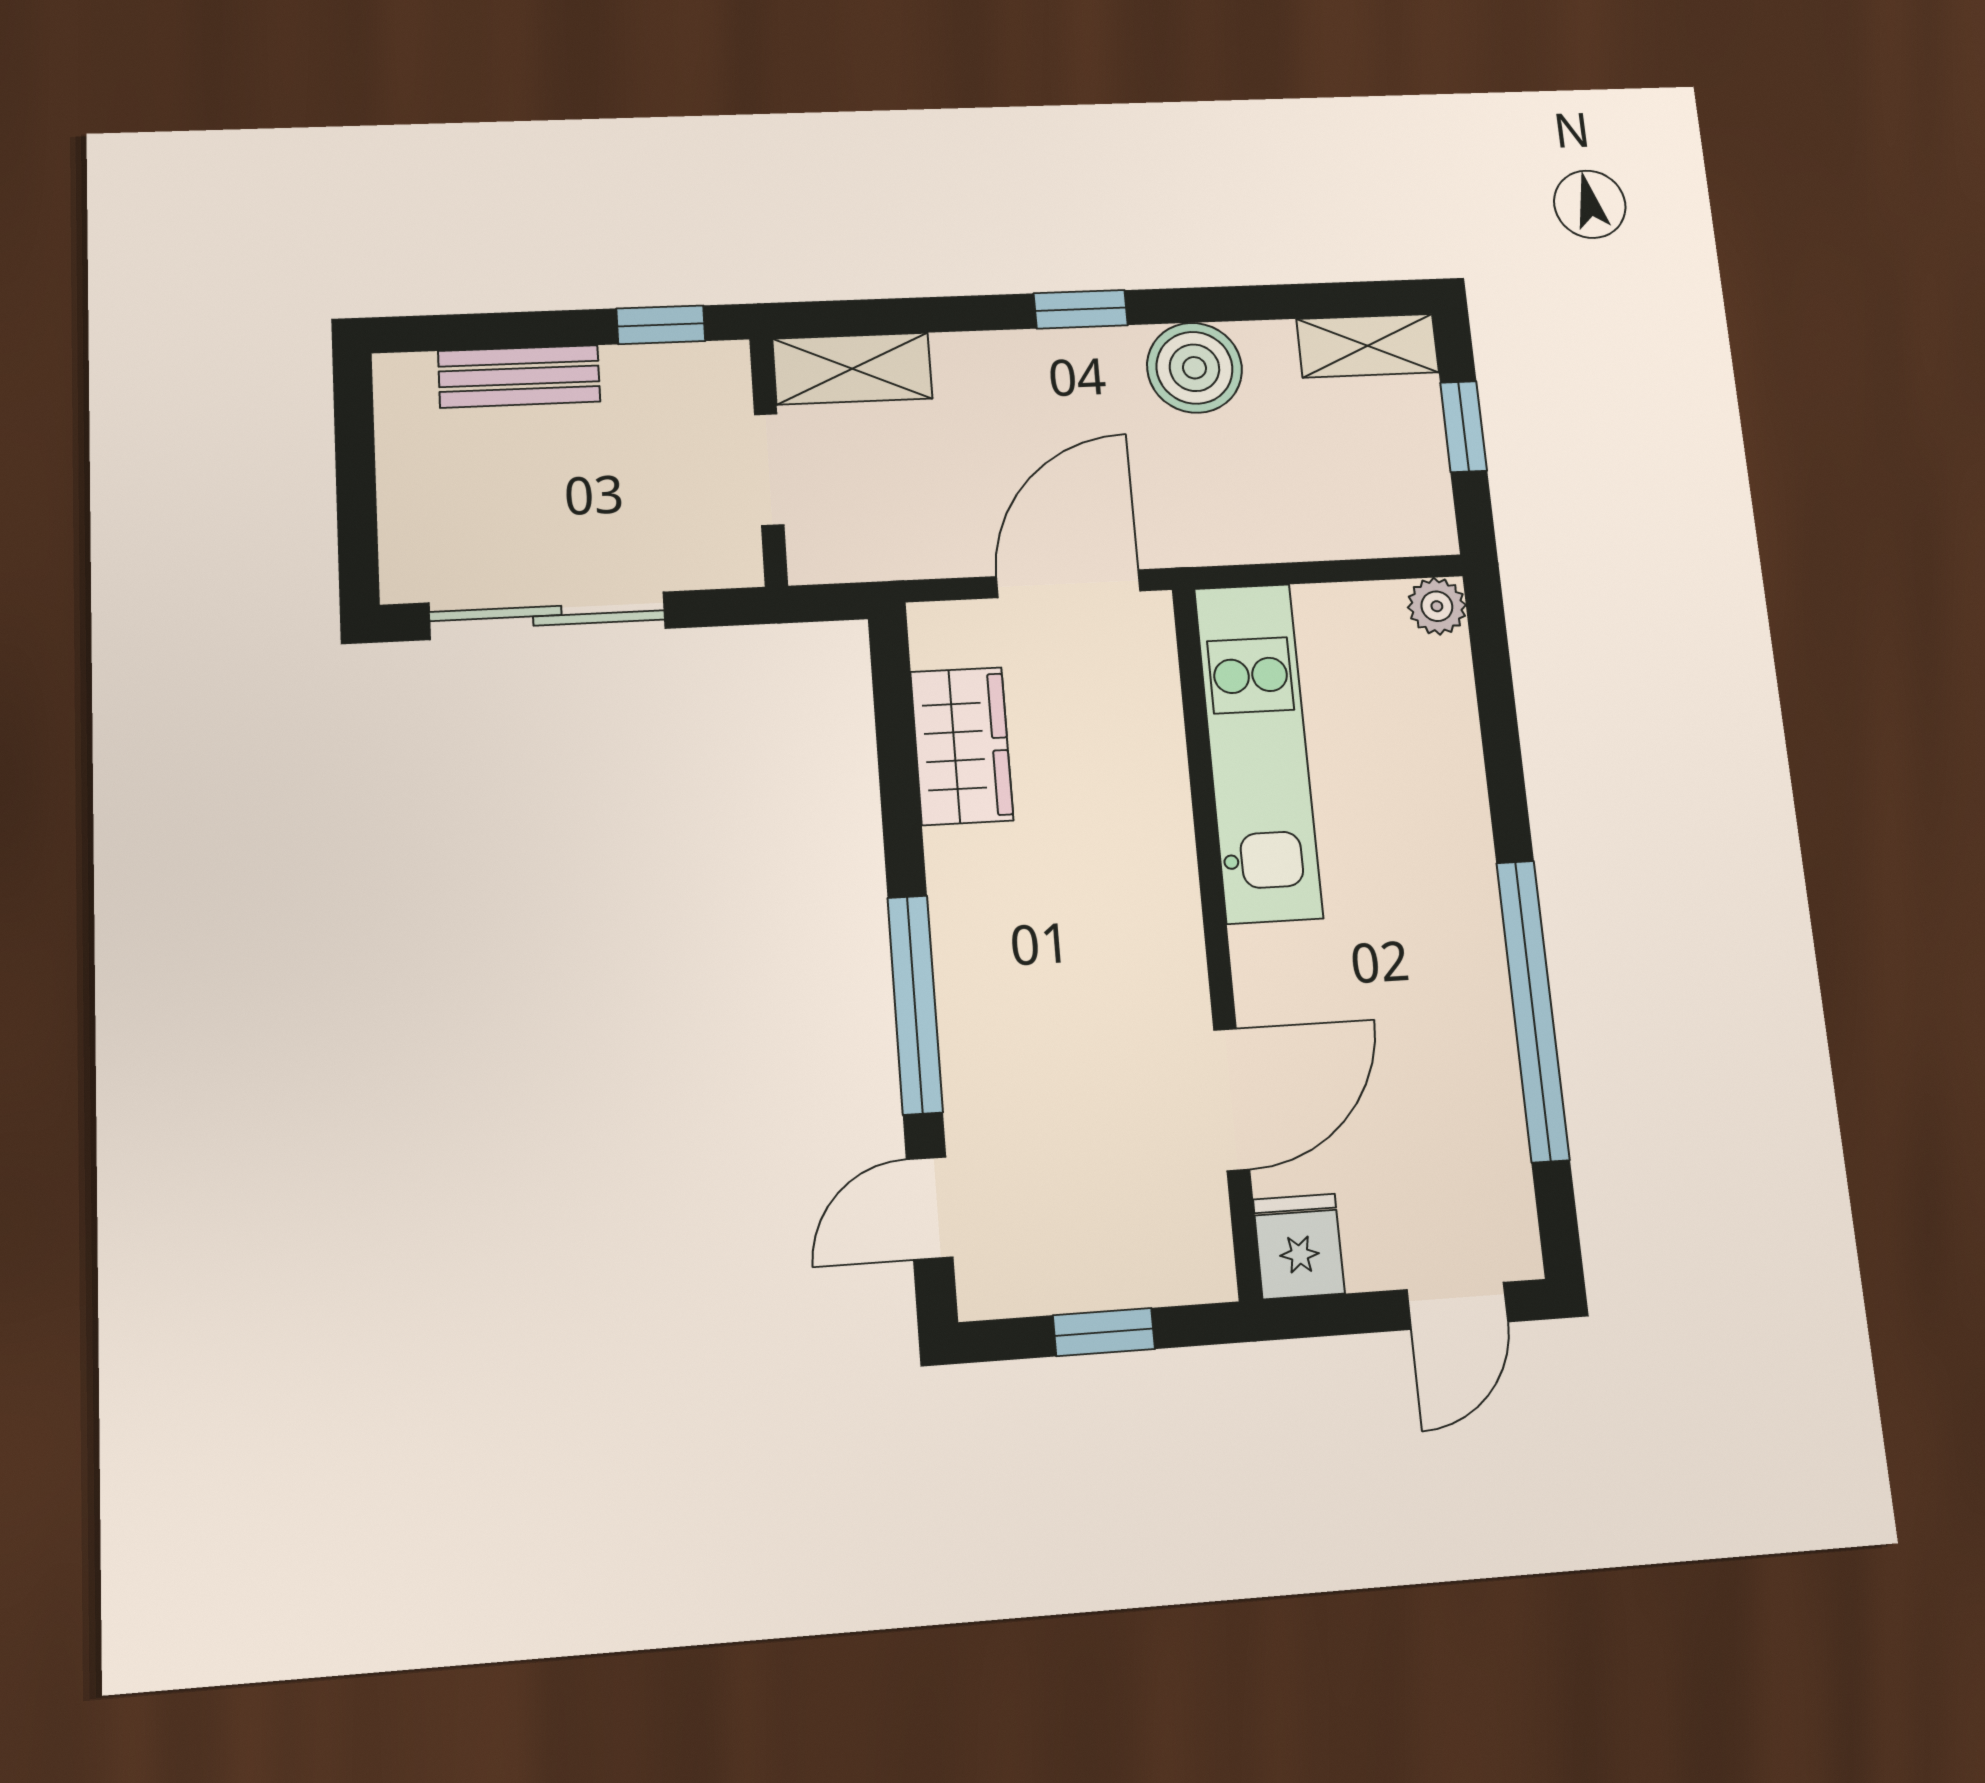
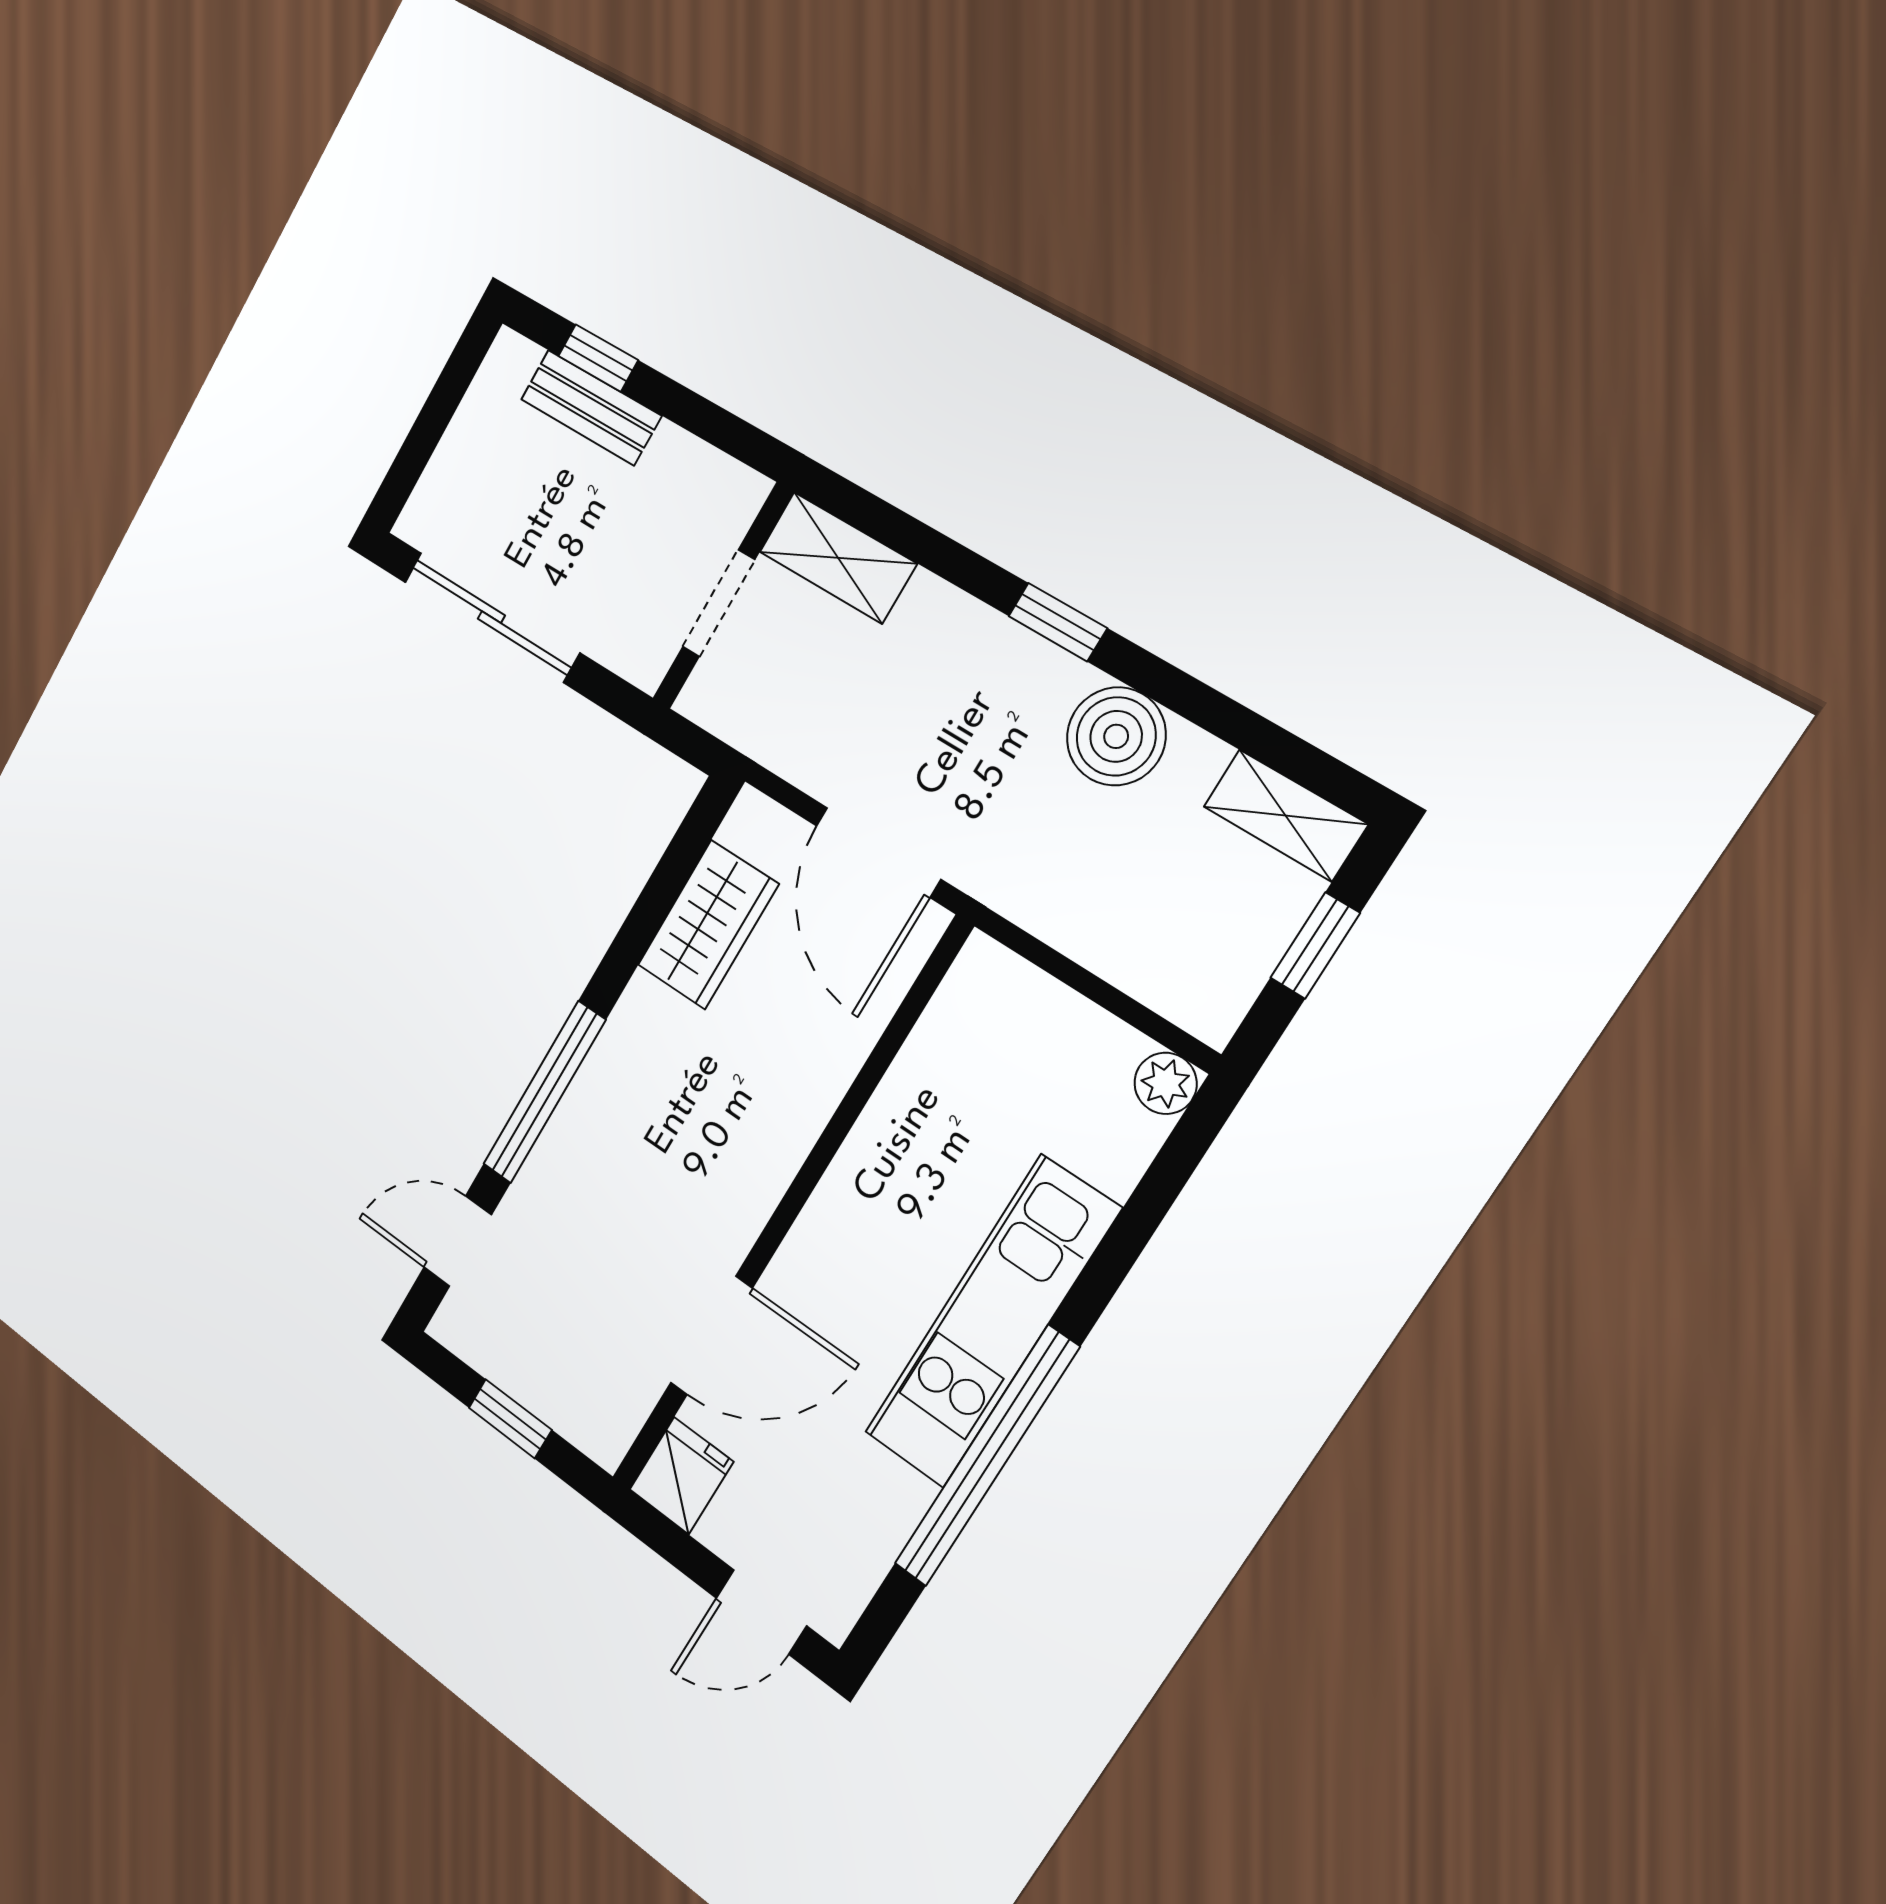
window: (661, 325) -> (598, 358), moved
door: (1068, 584) -> (878, 852), swing flipped
kitchen unit: (1258, 752) -> (992, 1322), moved, turned 180

